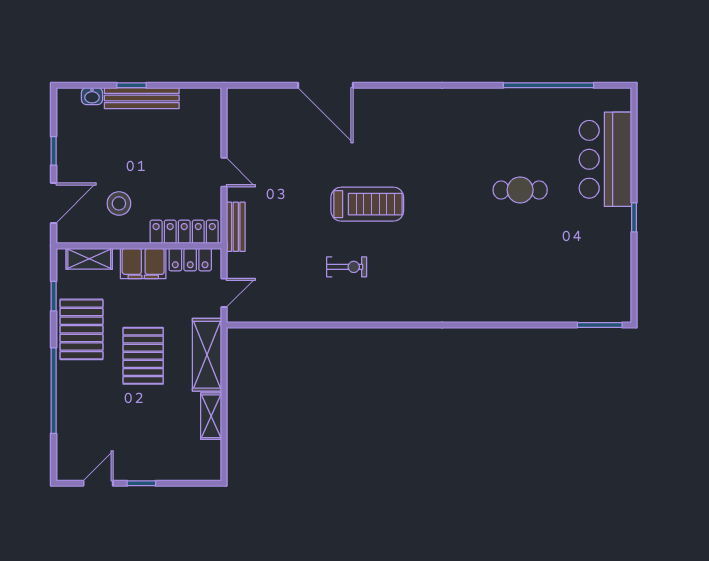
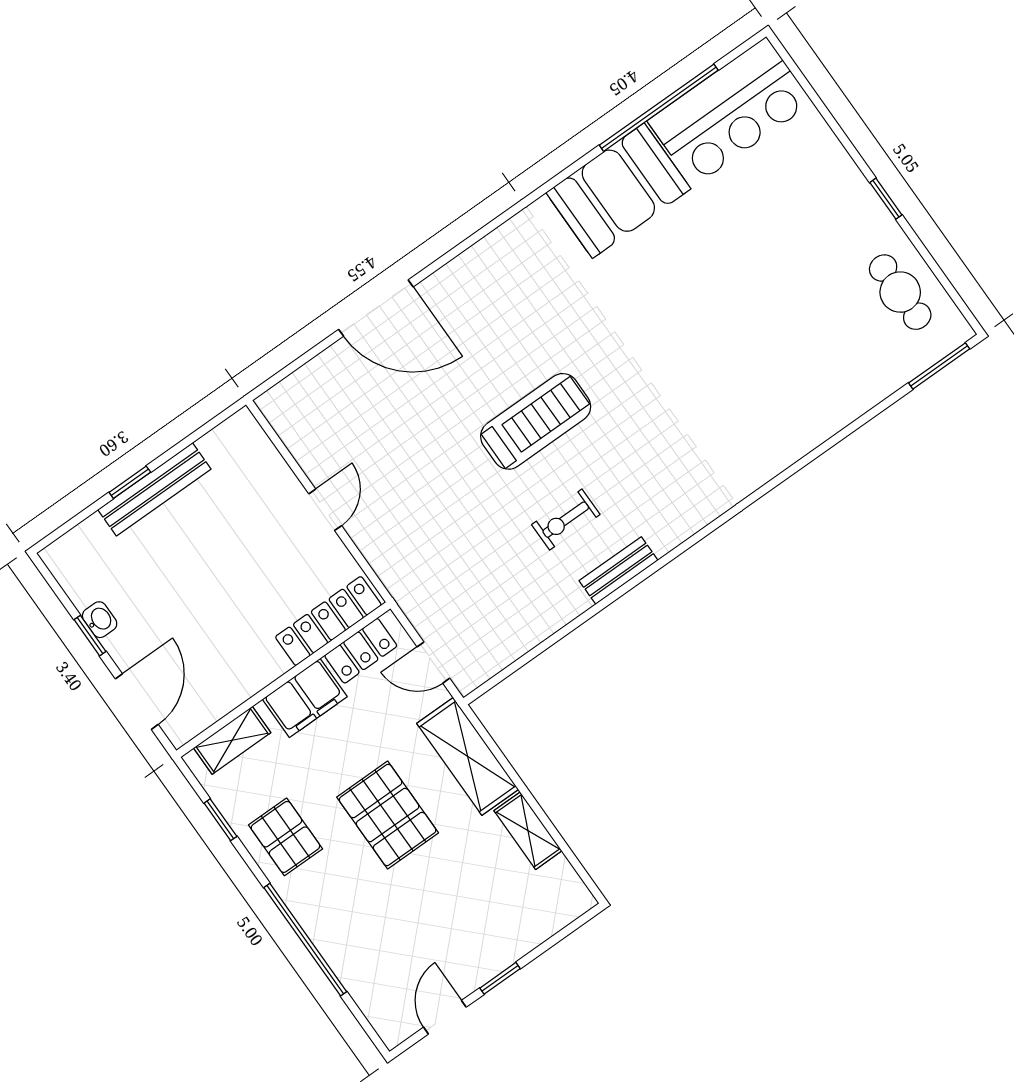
washbasin: (92, 96) -> (100, 620), moved, turned -90
booth: (496, 114) -> (618, 191), added
bar counter: (605, 159) -> (730, 112), moved, turned -90
door: (224, 172) -> (325, 510), hinge flipped
cafe table: (520, 190) -> (900, 292), moved, turned 90
stool: (119, 203) -> (220, 644), removed
bench: (236, 227) -> (619, 570), moved, turned 90
exercise bike: (347, 267) -> (566, 520), turned 180
door: (224, 293) -> (433, 663), swing flipped
pallet: (81, 329) -> (285, 837), width x0.67, depth x0.71

